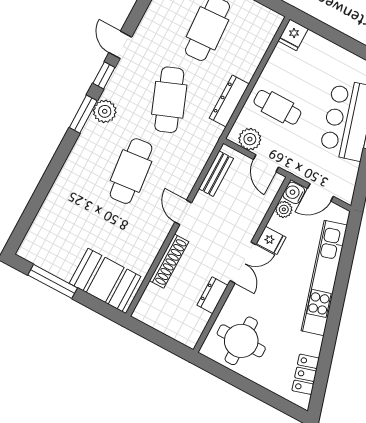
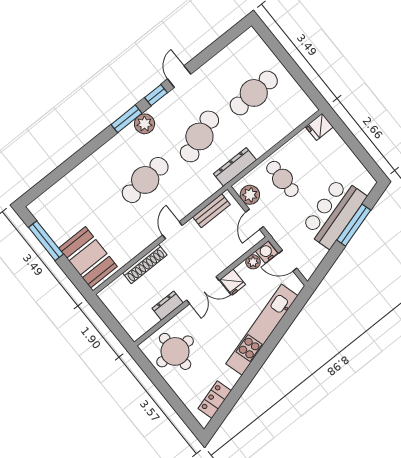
dresser: (229, 101) -> (235, 167), moved

